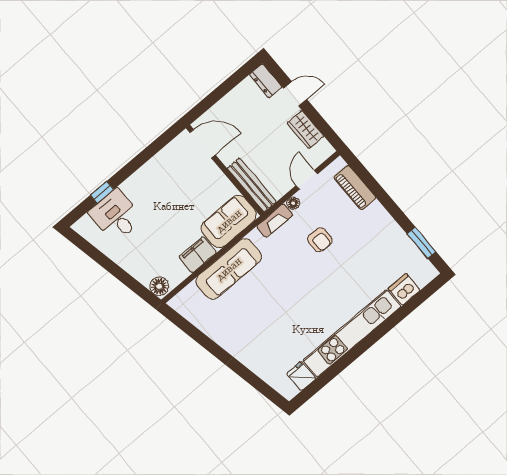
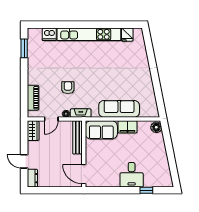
wardrobe: (305, 130) -> (33, 131), moved
desk: (116, 216) -> (132, 175), moved

